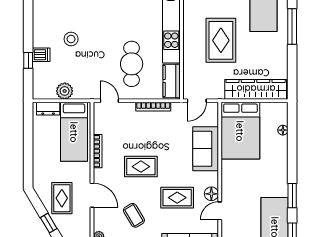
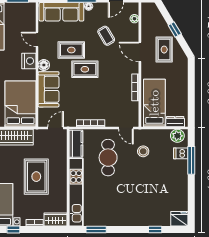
stool: (71, 39) -> (143, 151), moved
dishwasher: (41, 55) -> (181, 153), moved
window: (28, 60) -> (191, 160), width x2.17
plant: (65, 91) -> (177, 136), moved
rug: (141, 167) -> (85, 69), moved
nightstand: (230, 184) -> (29, 61), added
floor lamp: (211, 194) -> (44, 65), moved
door: (220, 211) -> (37, 39), swing flipped

